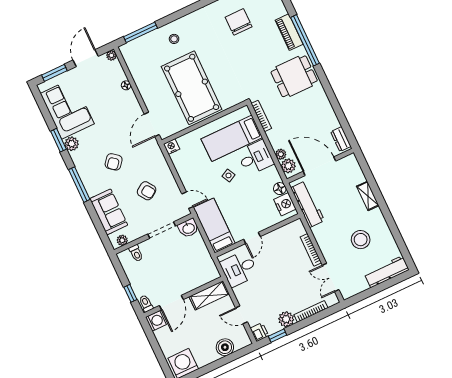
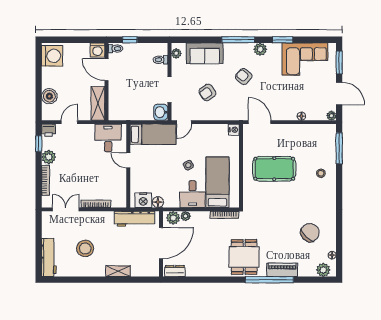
chair: (239, 22) -> (310, 233), turned -45
pool table: (192, 88) -> (274, 169), width x0.73, depth x0.76
plant: (72, 144) -> (260, 49), moved

